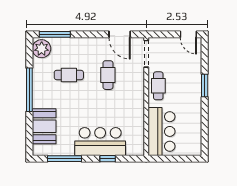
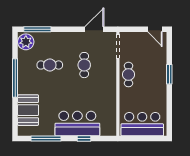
door: (120, 34) -> (94, 29), swing flipped
bar counter: (161, 131) -> (142, 124), moved, turned -90

